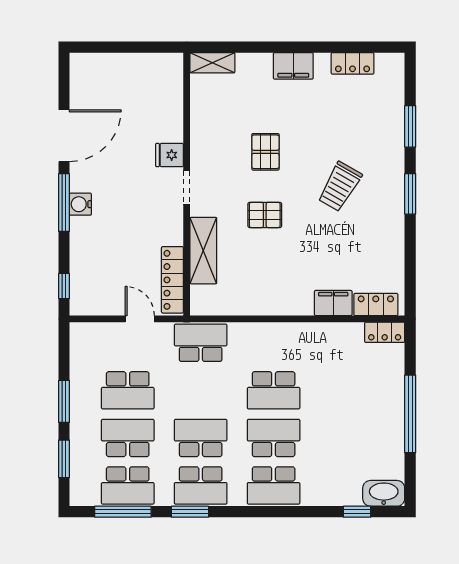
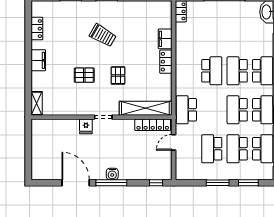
shelving: (203, 251) -> (145, 108), width x1.47
locker: (376, 304) -> (166, 62), moved
school desk: (128, 390) -> (212, 149), turned 180

